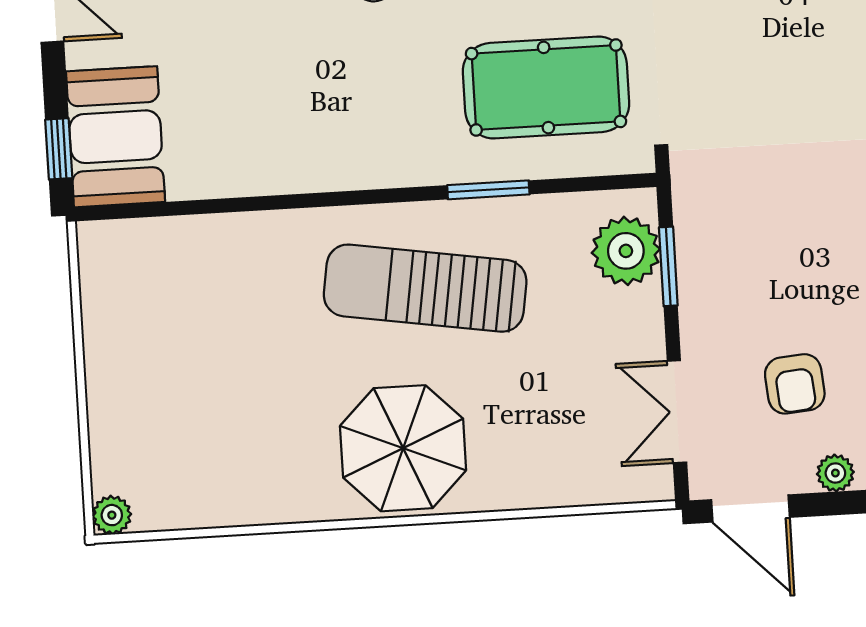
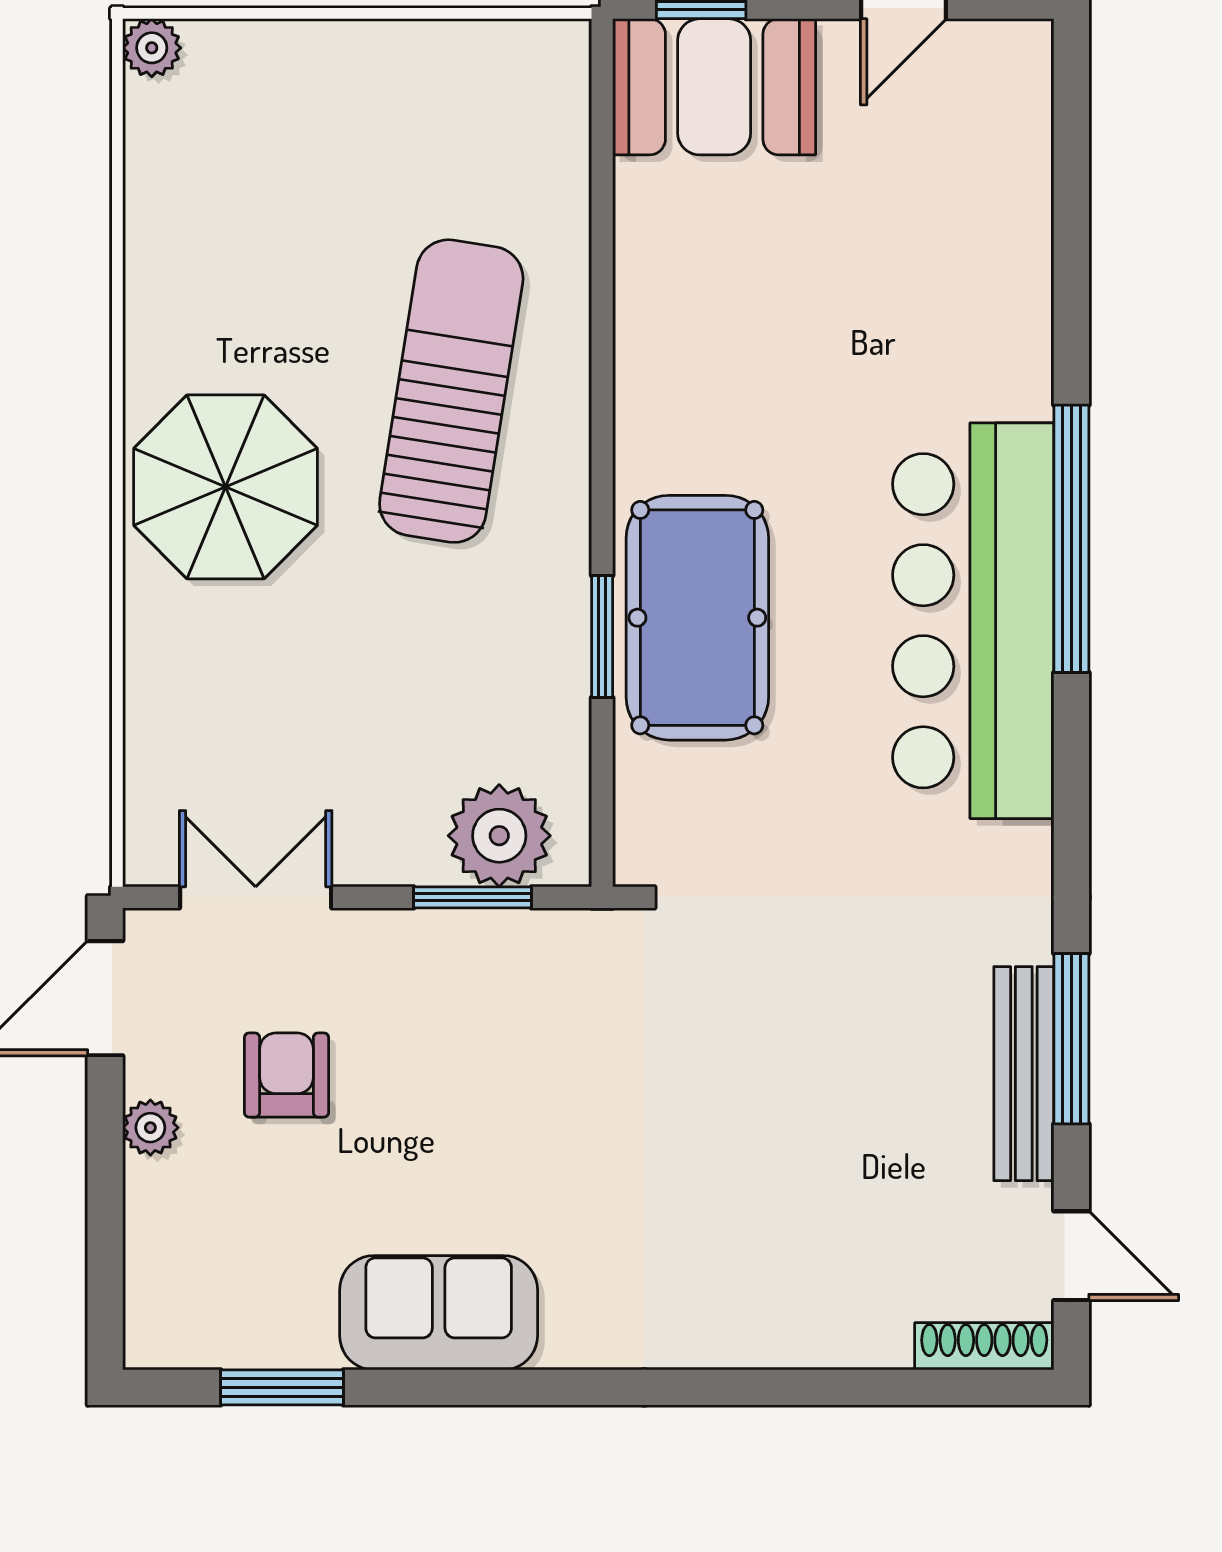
pool table: (546, 87) -> (697, 618), moved
sun lounger: (425, 288) -> (451, 391), moved
armchair: (795, 384) -> (287, 1075), turned 95

